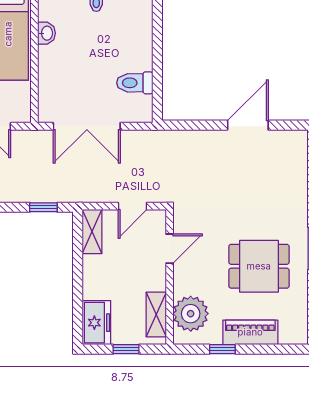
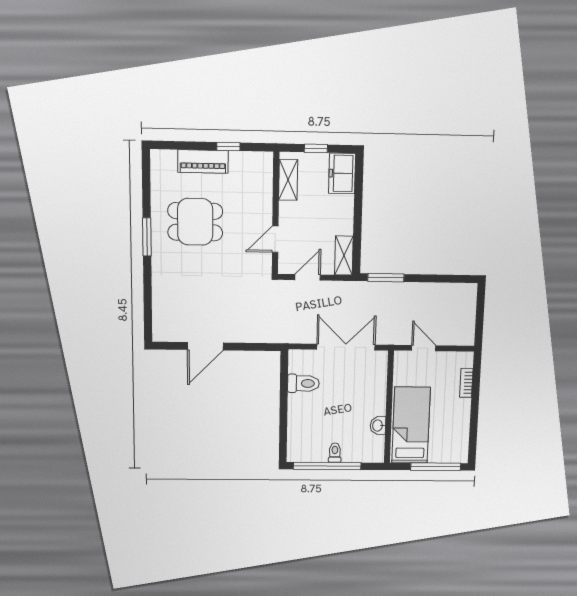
window: (43, 207) -> (386, 278), width x1.50
plant: (191, 314) -> (257, 180), removed

